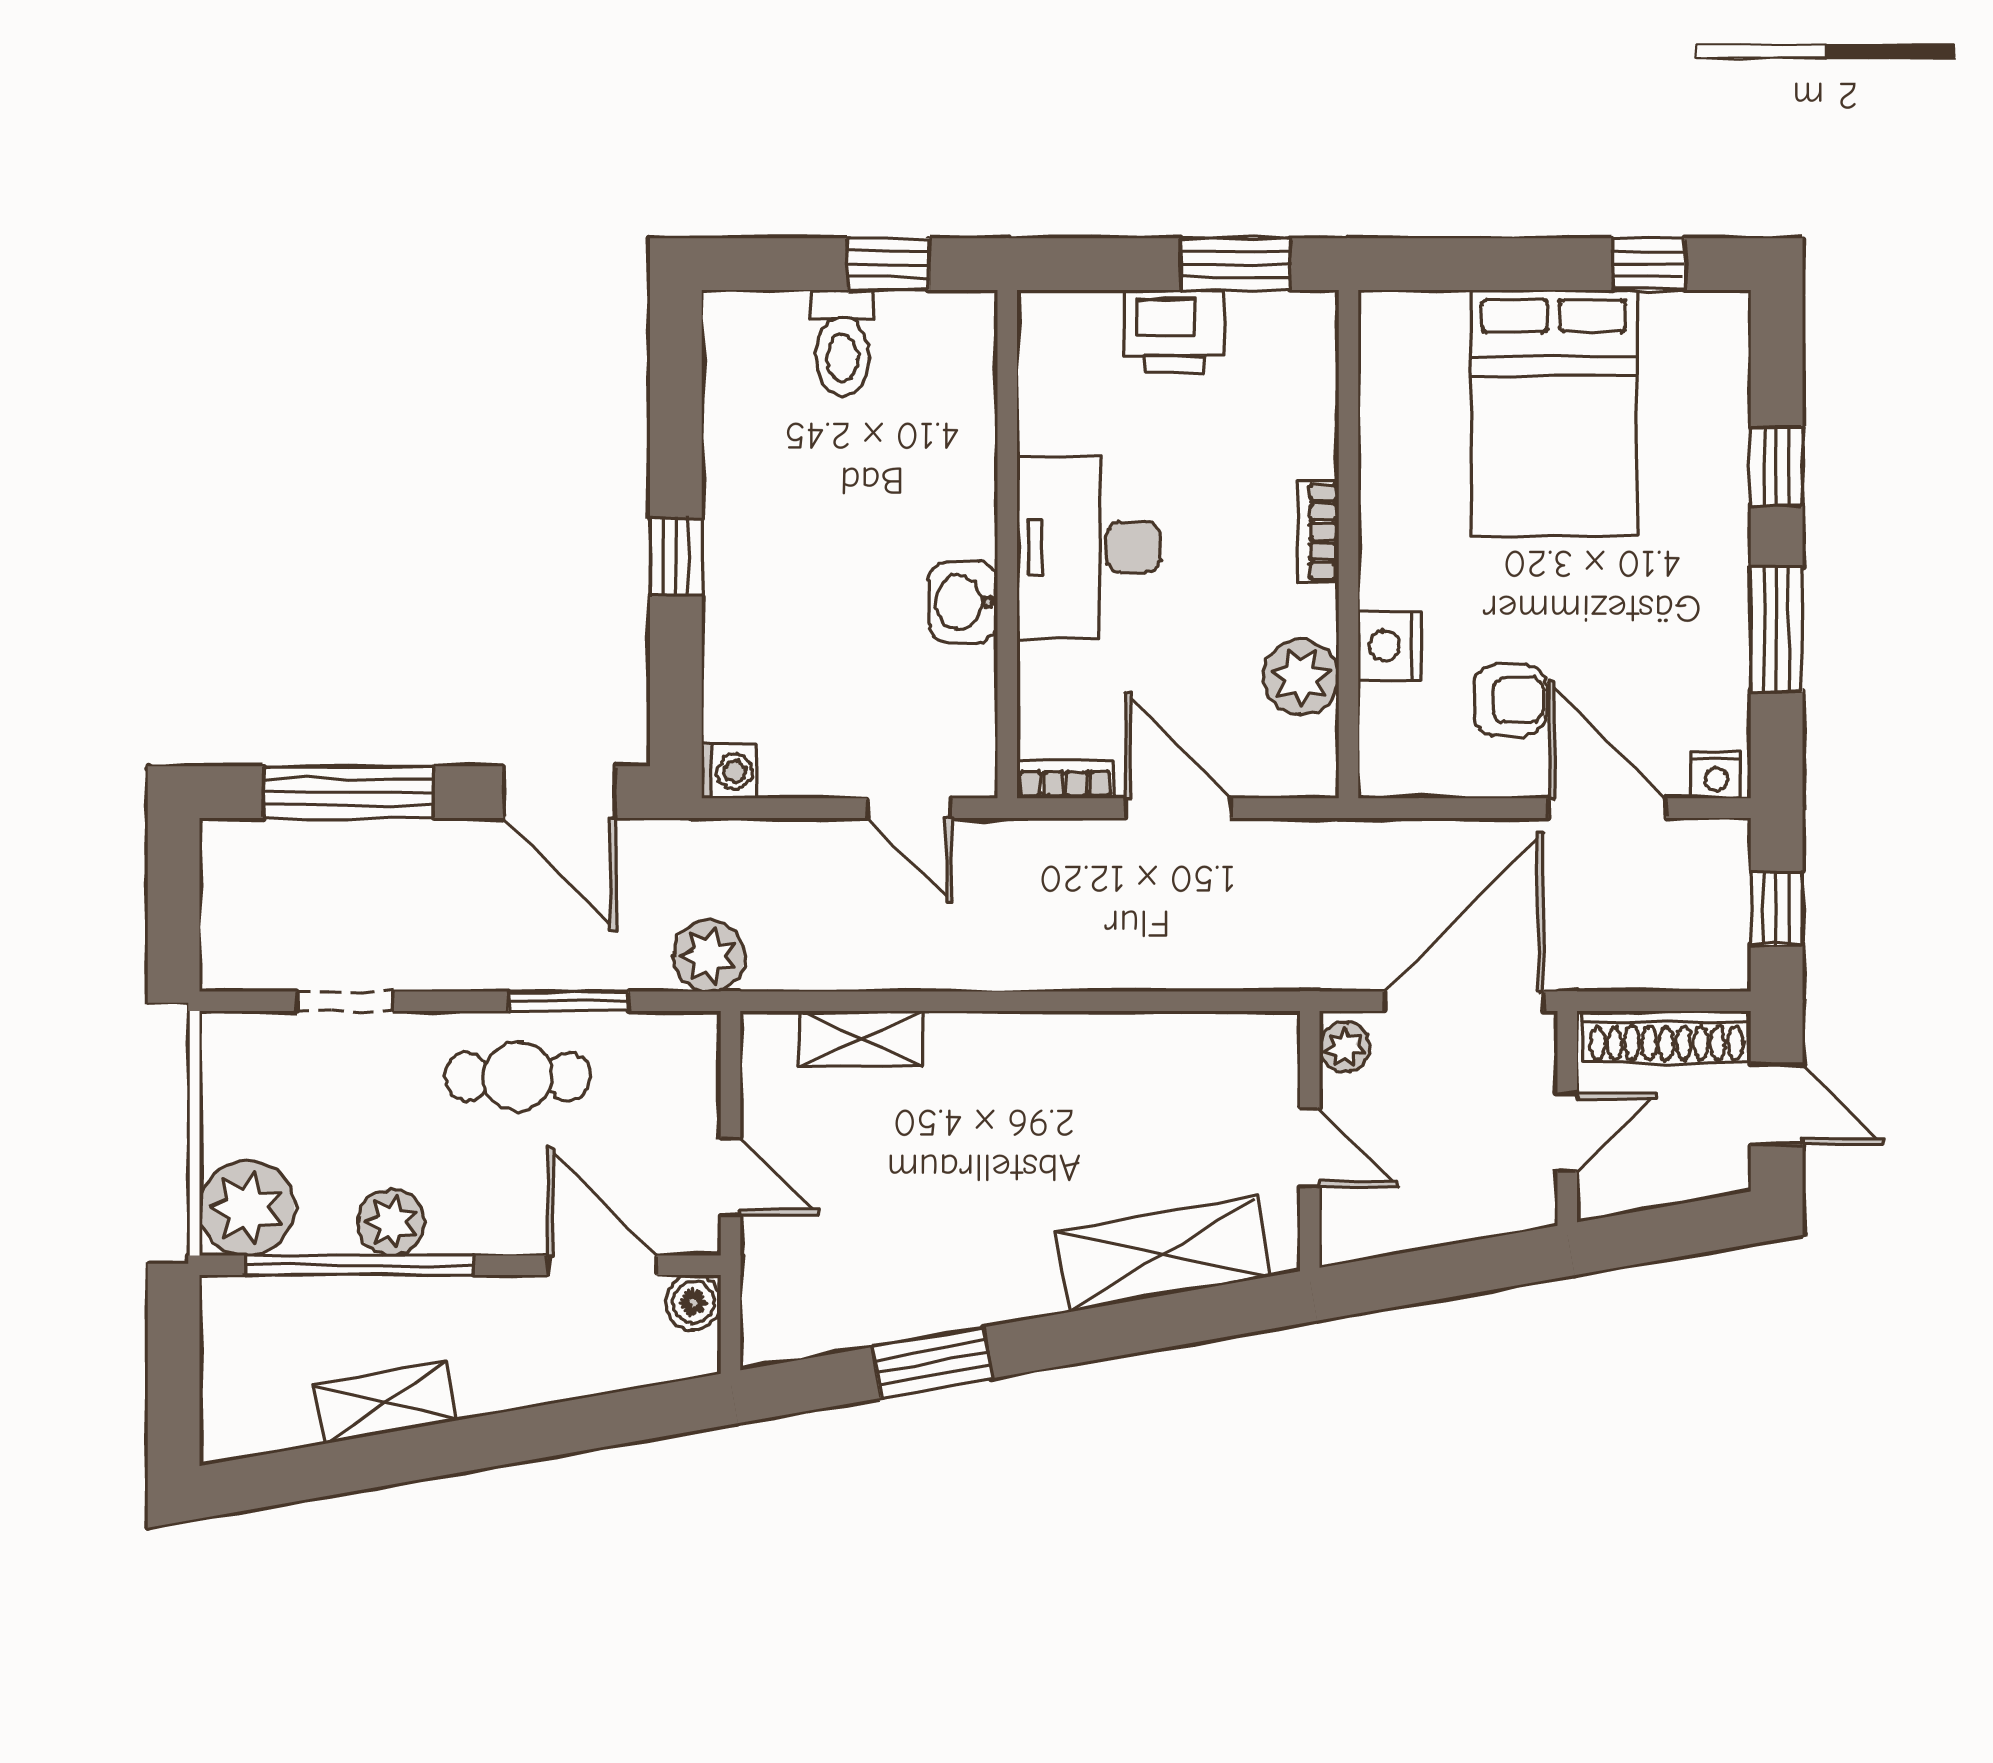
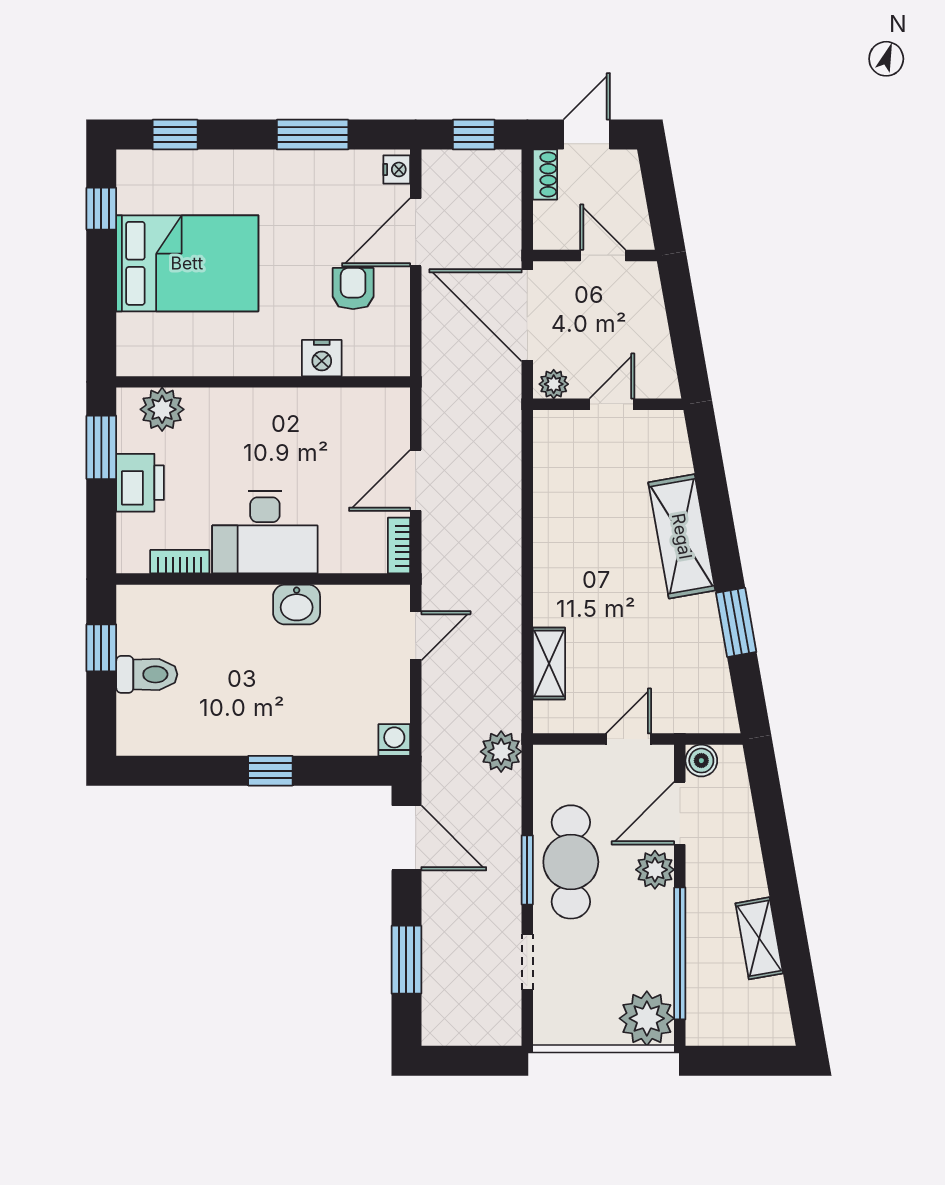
window: (1777, 466) -> (175, 135), moved
bookcase: (1318, 532) -> (180, 562), moved, turned 180
plant: (1301, 677) -> (162, 409), moved
window: (349, 792) -> (406, 960), width x0.69
door: (559, 792) -> (406, 838), hinge flipped
window: (568, 1001) -> (527, 870), moved
shoe rack: (1666, 1037) -> (545, 174), width x0.51, depth x0.81
cafe table: (518, 1077) -> (571, 862), width x1.37, depth x1.35
plant: (391, 1222) -> (655, 870), moved
shelving: (1163, 1254) -> (682, 536), moved

